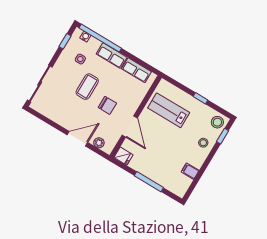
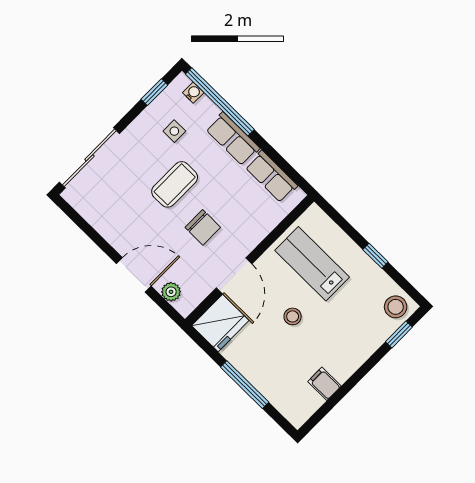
stool: (203, 143) -> (293, 316), moved
fridge: (123, 156) -> (220, 323), width x1.88, depth x1.34

